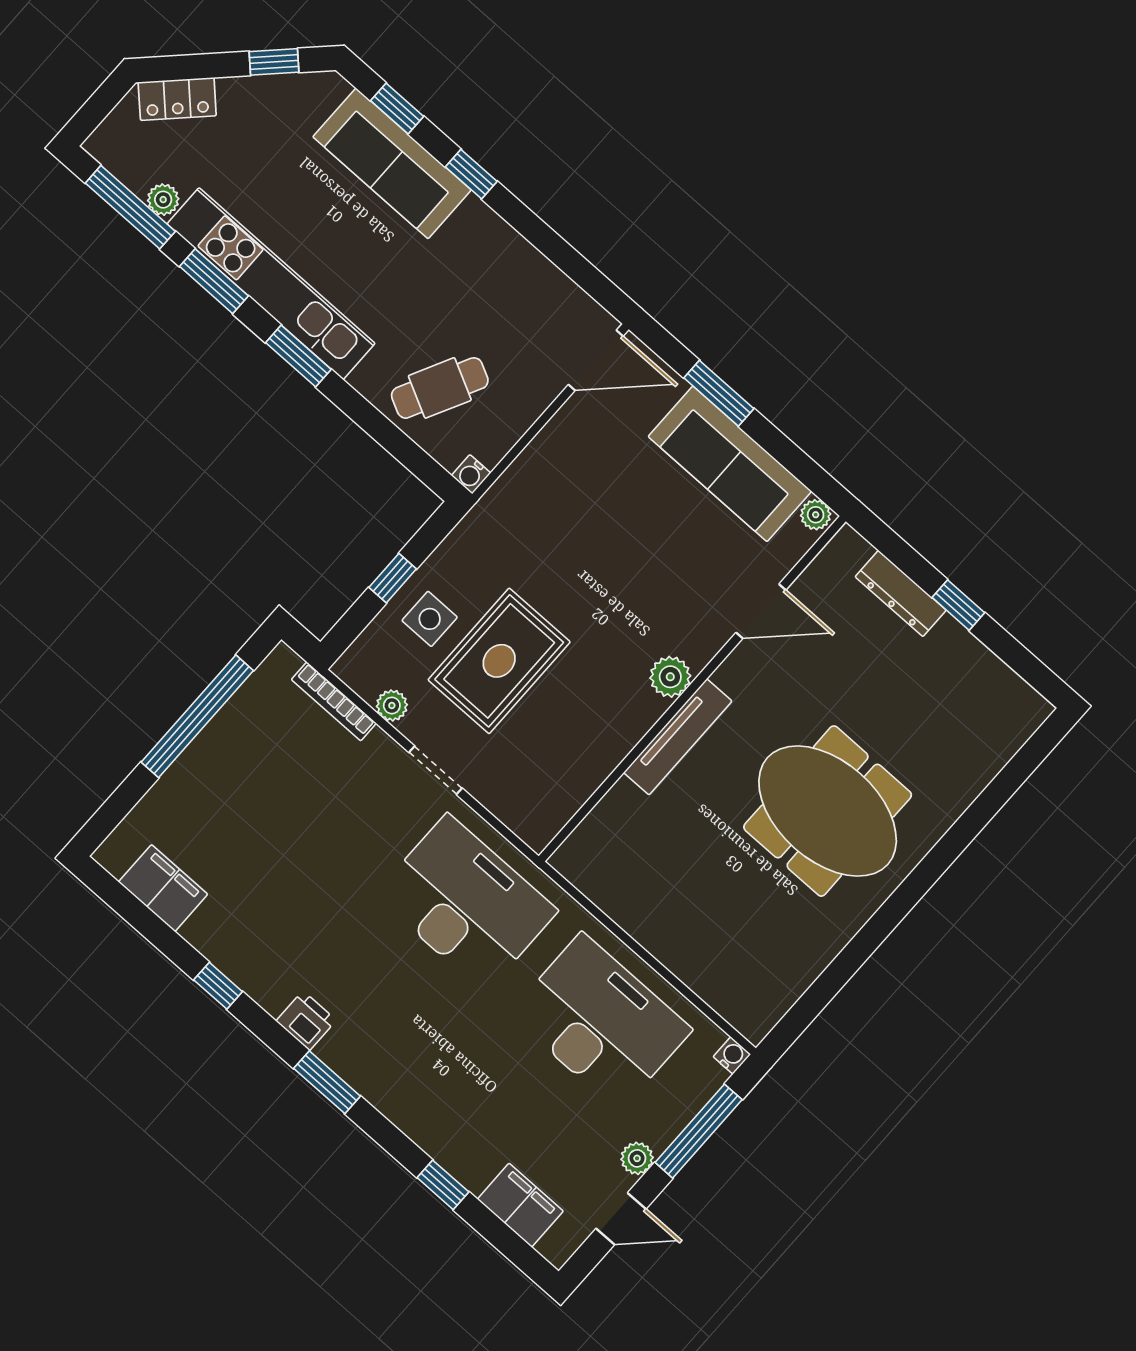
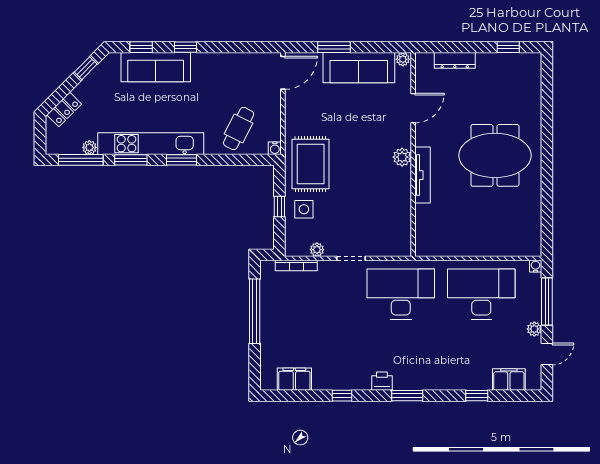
window: (958, 605) -> (508, 47), moved
rug: (499, 661) -> (311, 164), moved

